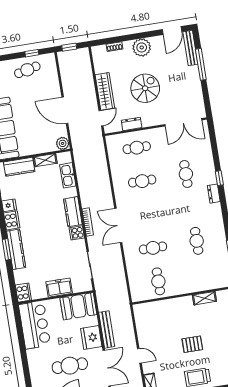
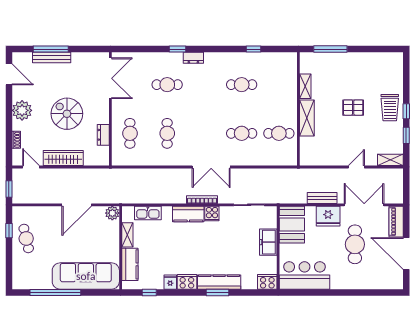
bench: (190, 48) -> (52, 58), moved
door: (101, 118) -> (31, 167), moved
cafe table: (153, 248) -> (242, 133), turned 90
shelving: (176, 304) -> (307, 118), added
bench: (107, 329) -> (322, 198), width x0.73
pallet: (192, 344) -> (353, 108), turned 90

